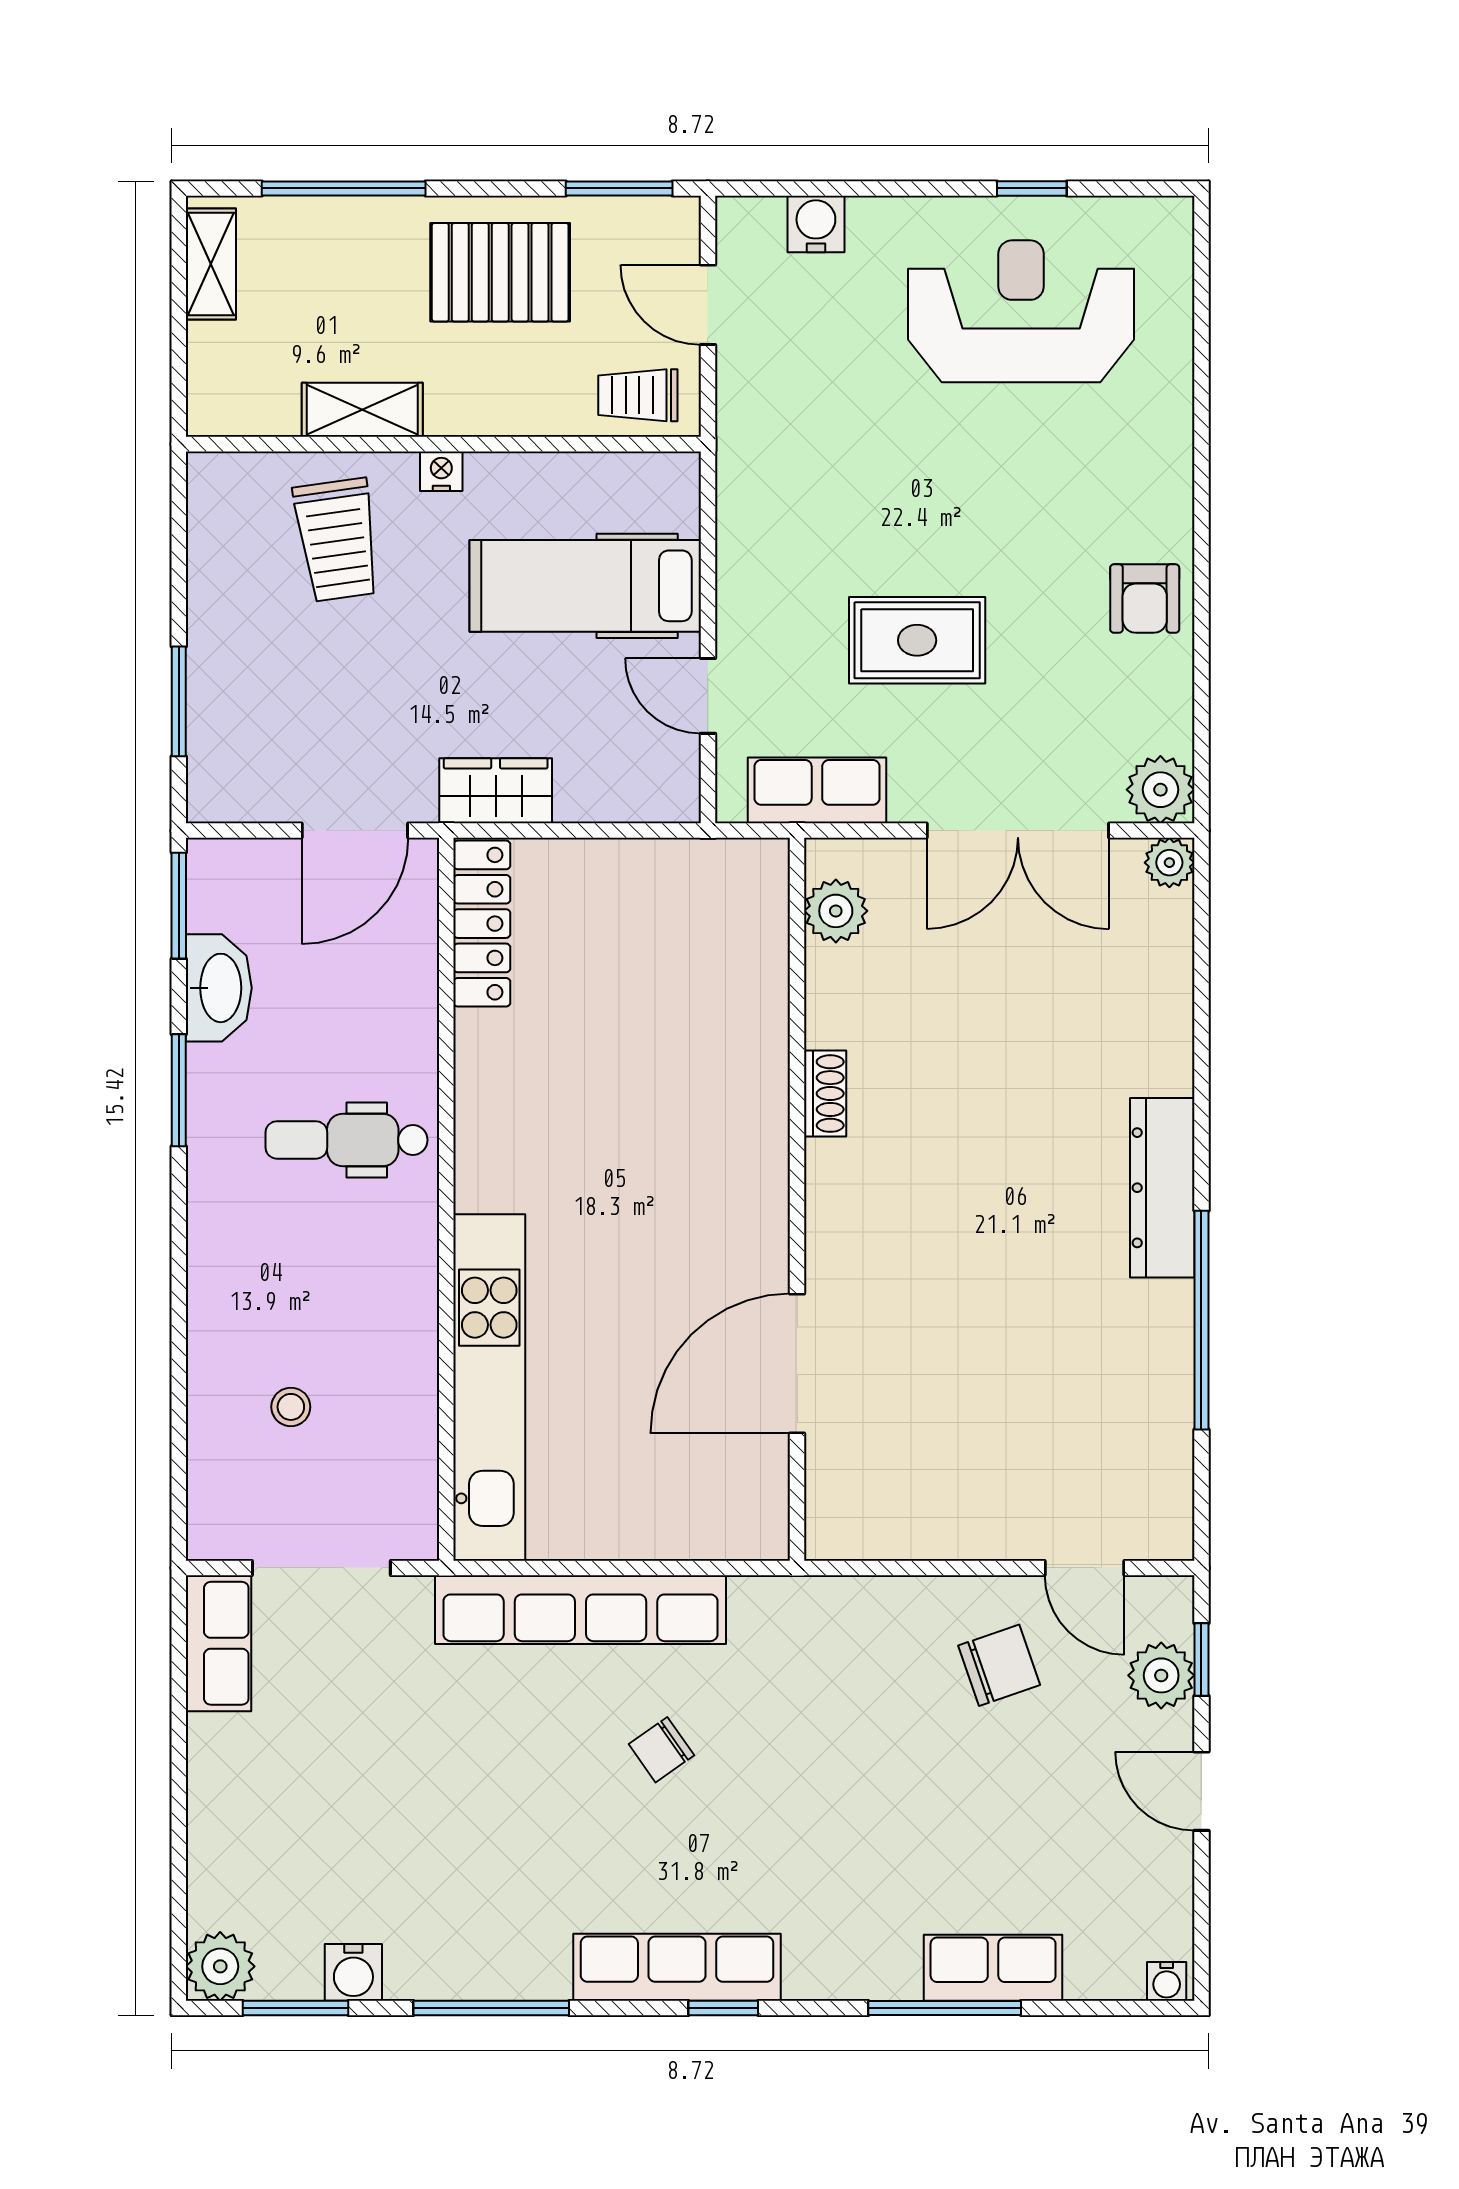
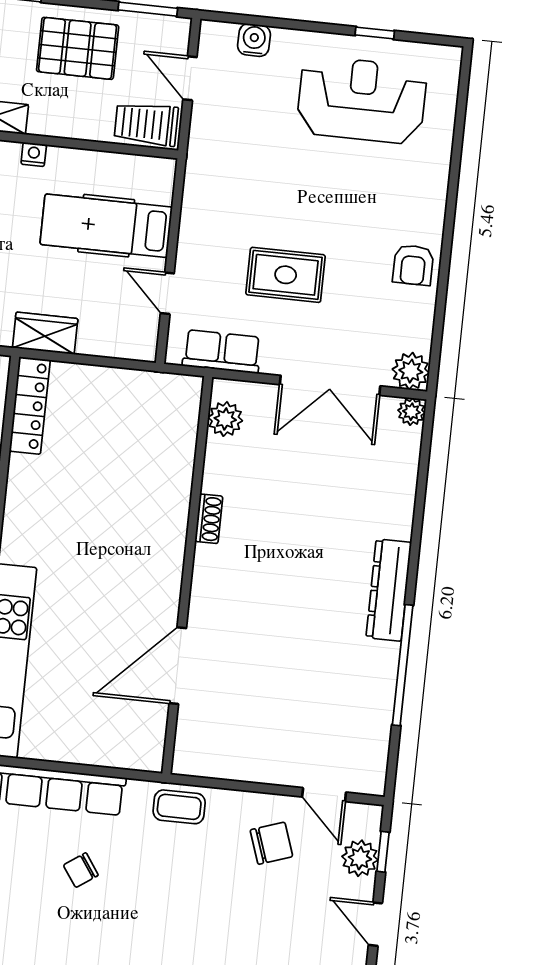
trolley: (638, 395) -> (146, 124), width x1.36, depth x1.39
coffee table: (826, 1617) -> (179, 807), added

